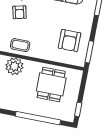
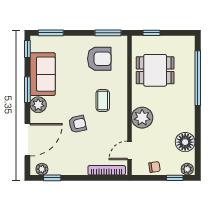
coffee table: (20, 45) -> (103, 101), moved
window: (78, 109) -> (151, 33), moved

